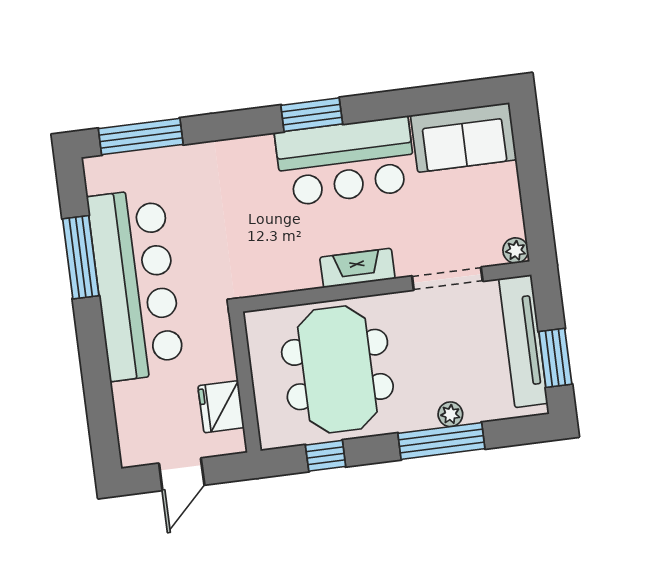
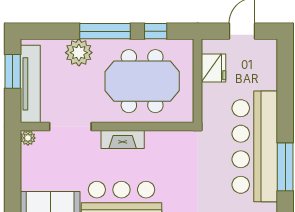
meeting table: (337, 369) -> (142, 81), turned 90
plant: (450, 414) -> (79, 53), width x1.87, depth x1.87
window: (441, 441) -> (105, 31), moved

